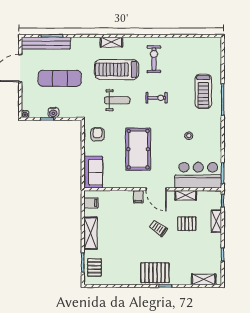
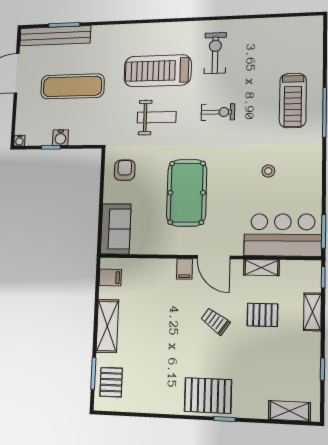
shelving: (111, 42) -> (151, 30), removed

